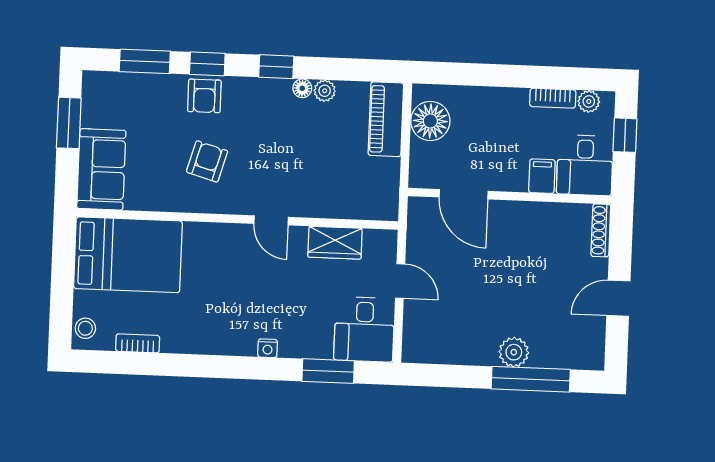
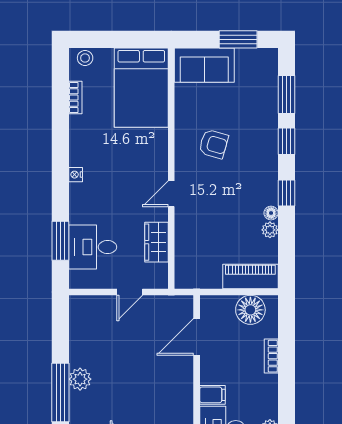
armchair: (204, 96) -> (262, 140), removed
bookcase: (553, 98) -> (271, 356), moved
desk: (364, 329) -> (93, 247), moved
nightstand: (268, 348) -> (76, 175), moved

